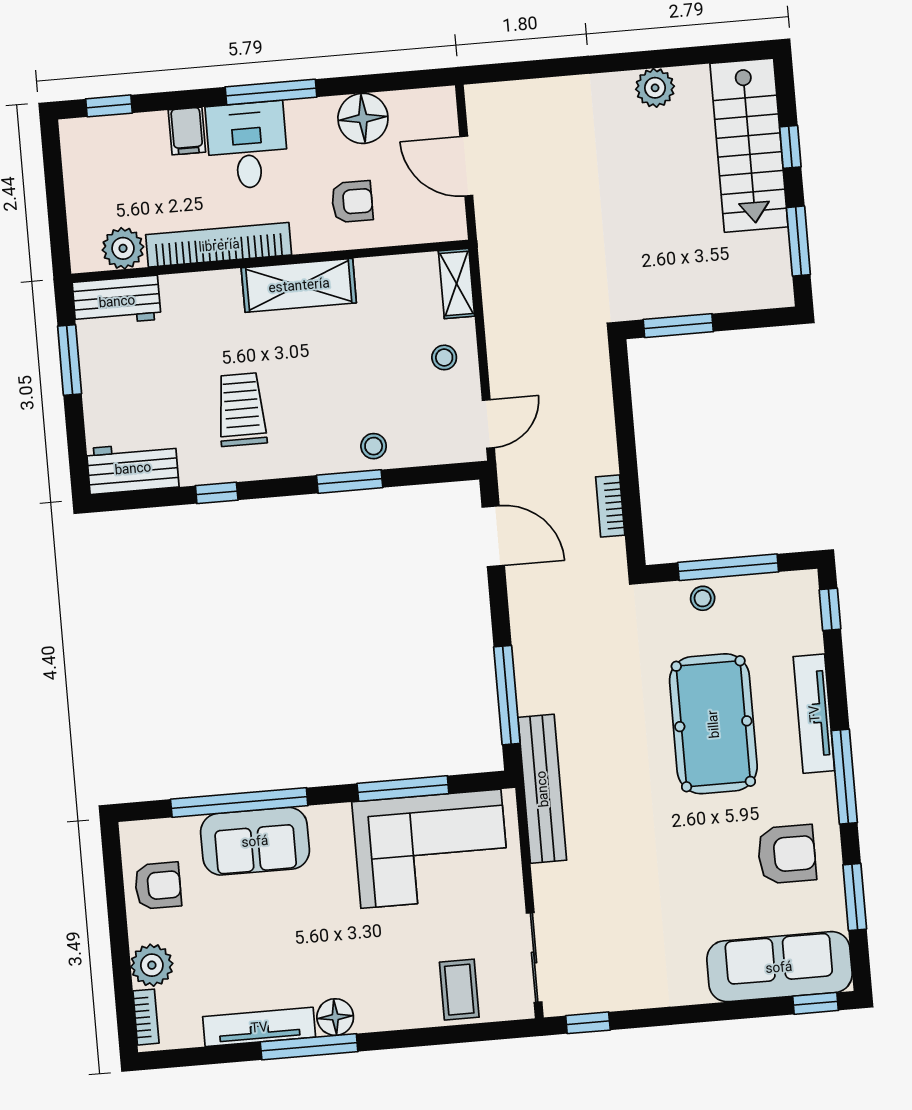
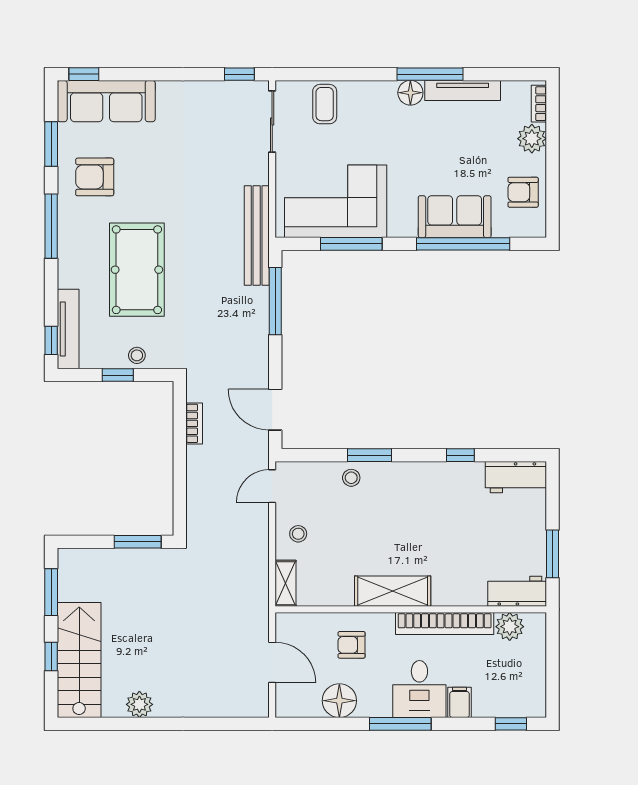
trolley: (241, 409) -> (439, 510), removed
window: (728, 567) -> (118, 375), width x0.46
tv unit: (814, 714) -> (68, 329), moved

